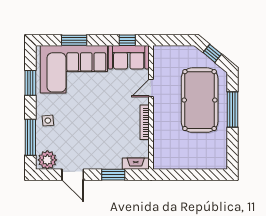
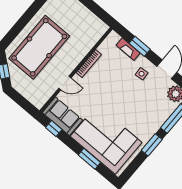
window: (30, 83) -> (152, 145), moved
window: (233, 109) -> (22, 22), removed
side table: (48, 121) -> (142, 74), moved
fireplace: (136, 164) -> (128, 49), moved

